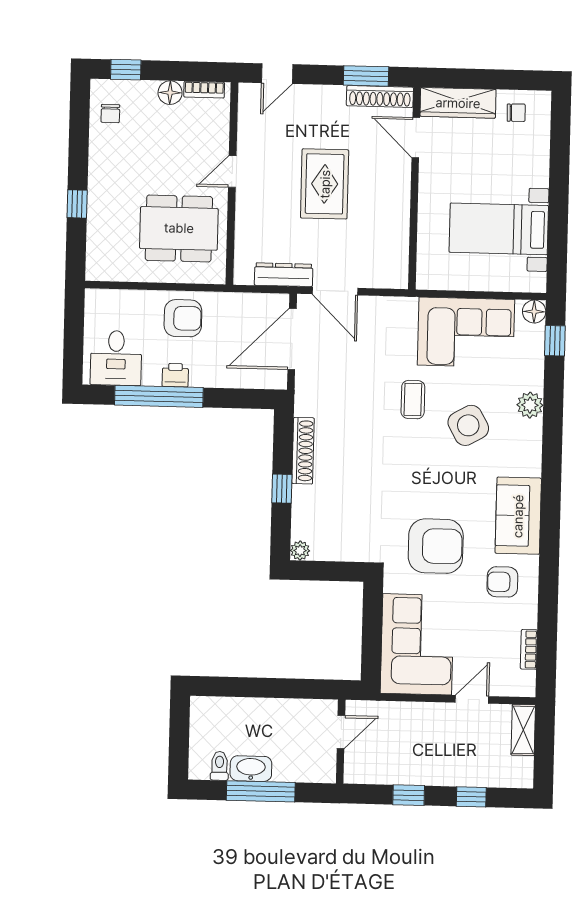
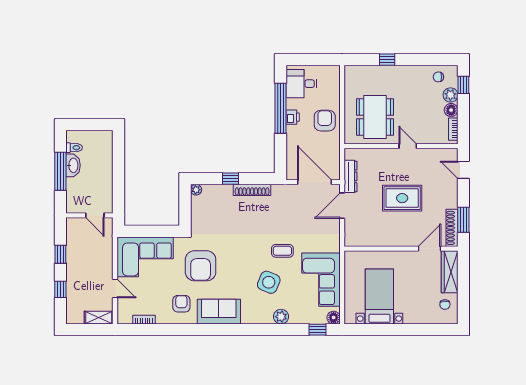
plant: (143, 93) -> (450, 95), added
armchair: (183, 318) -> (325, 121), turned 180
side table: (468, 425) -> (269, 282), turned -38

